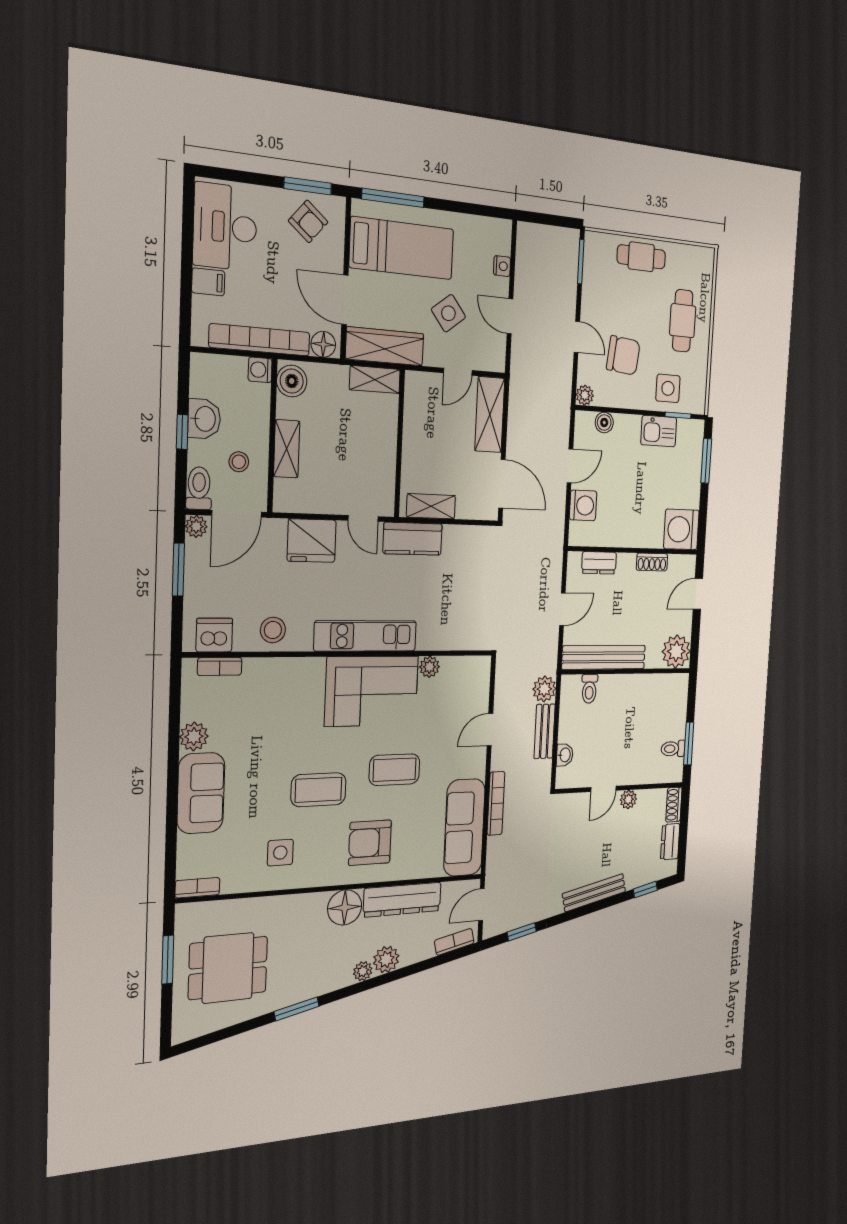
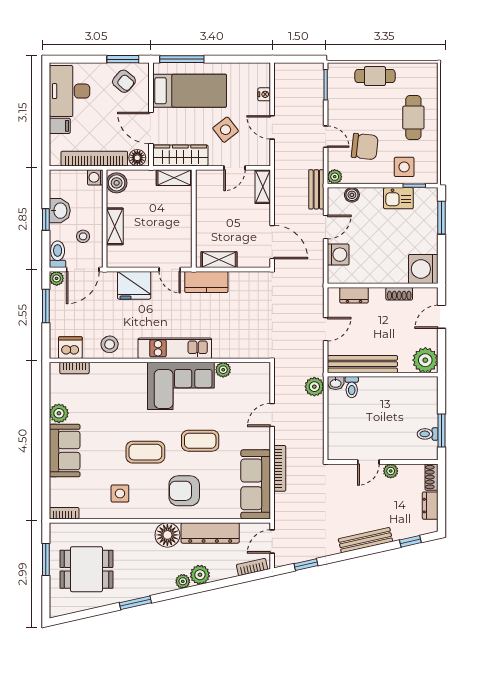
shelving: (490, 415) -> (263, 187), width x0.67, depth x0.75
bench: (545, 731) -> (316, 189), moved
washbasin: (565, 755) -> (336, 383), moved, turned 90

